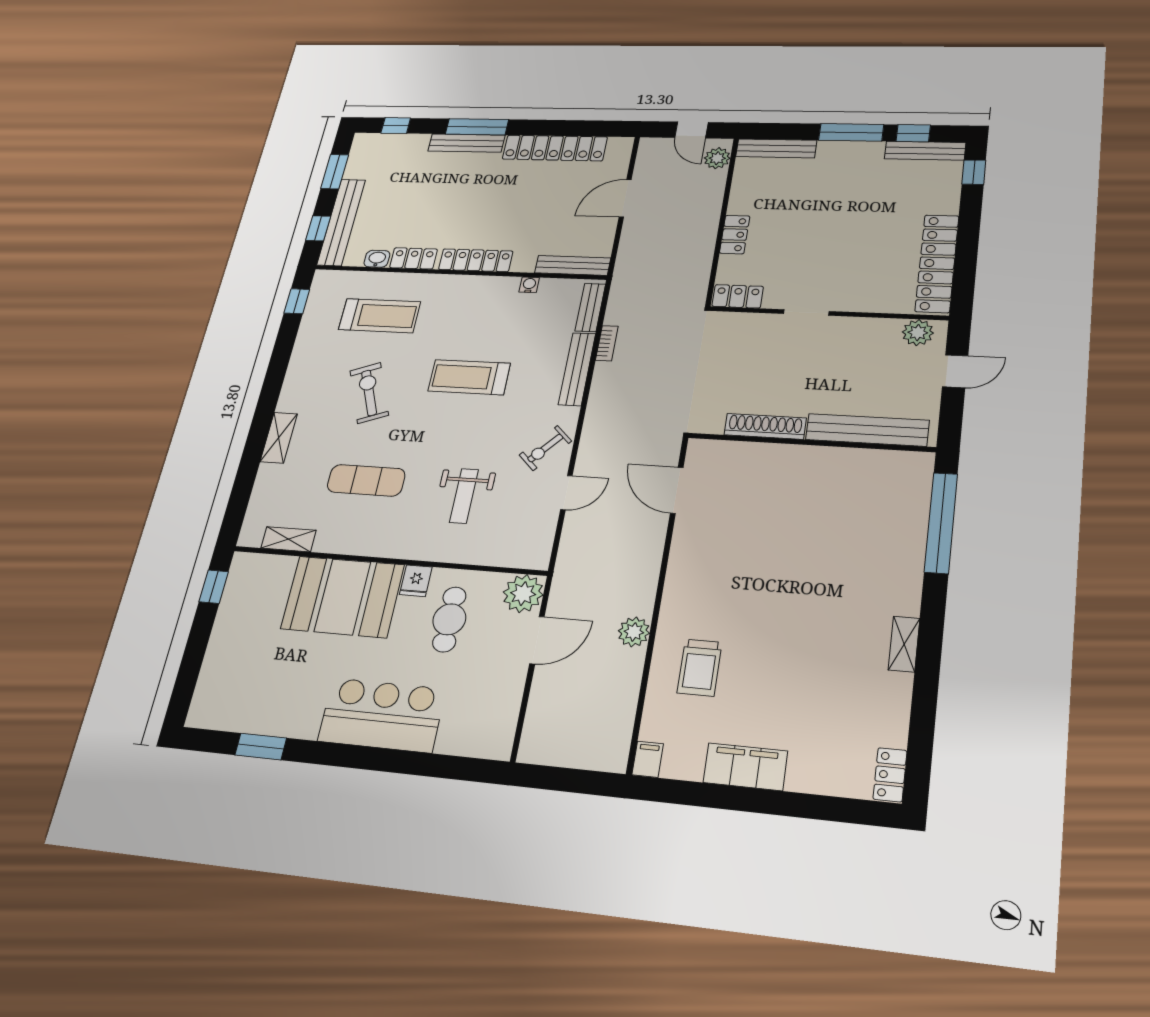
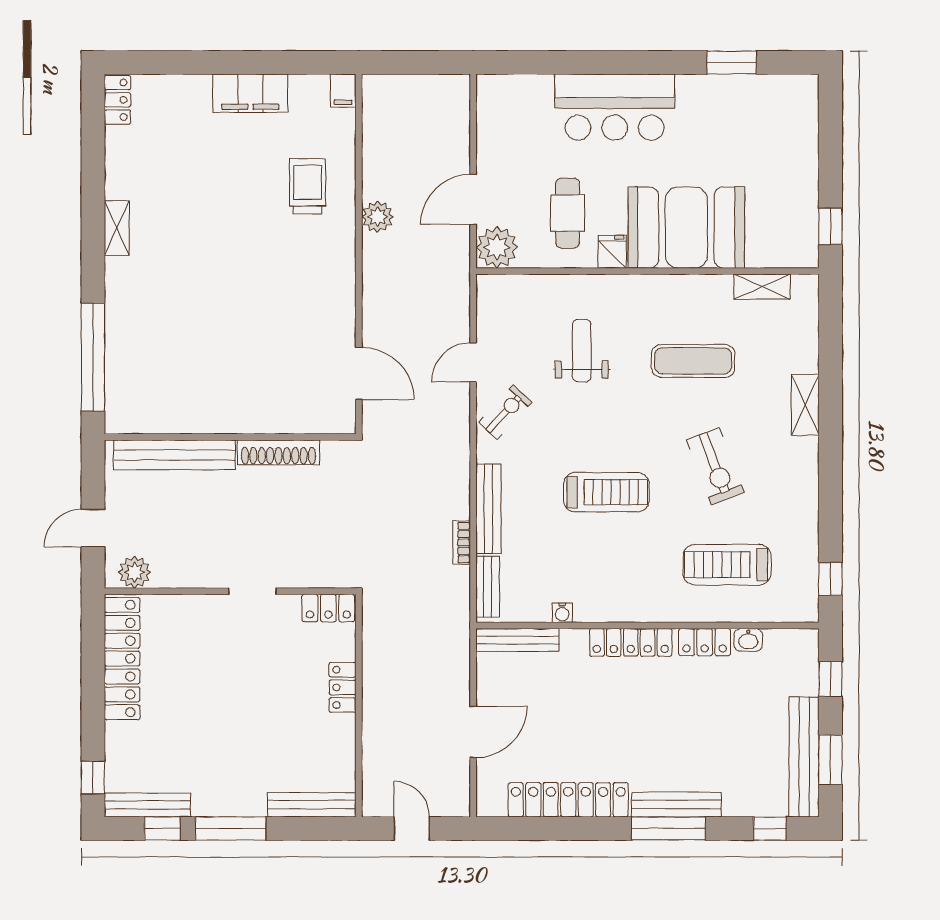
plant: (717, 158) -> (377, 790), removed
bench: (341, 222) -> (804, 757), moved

